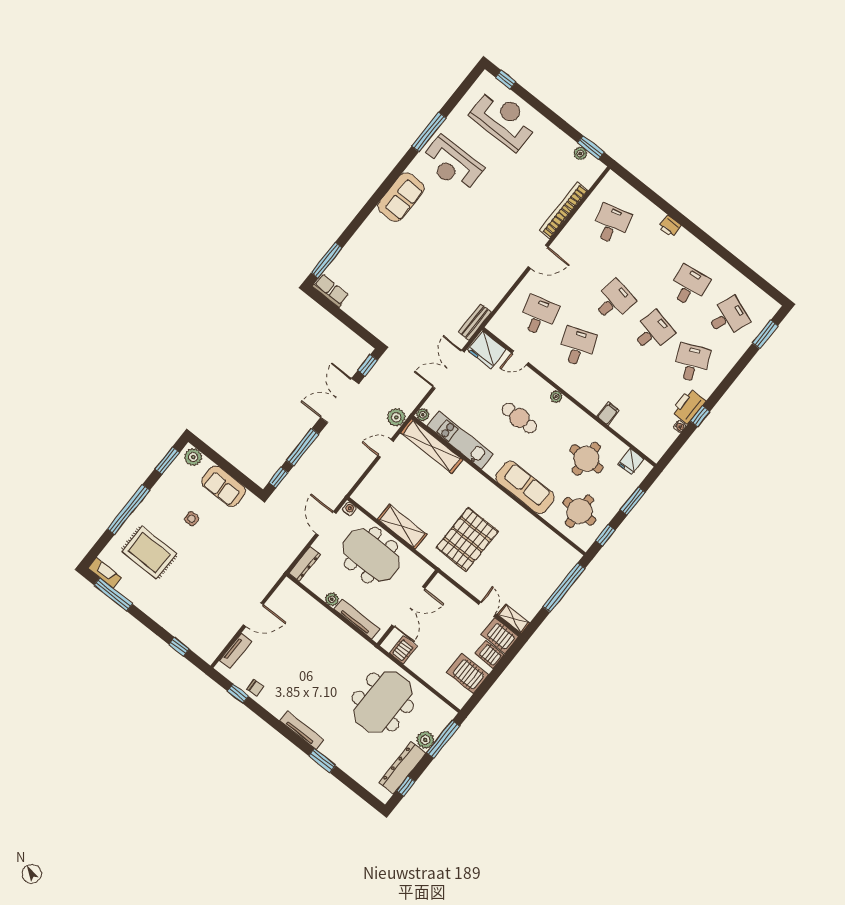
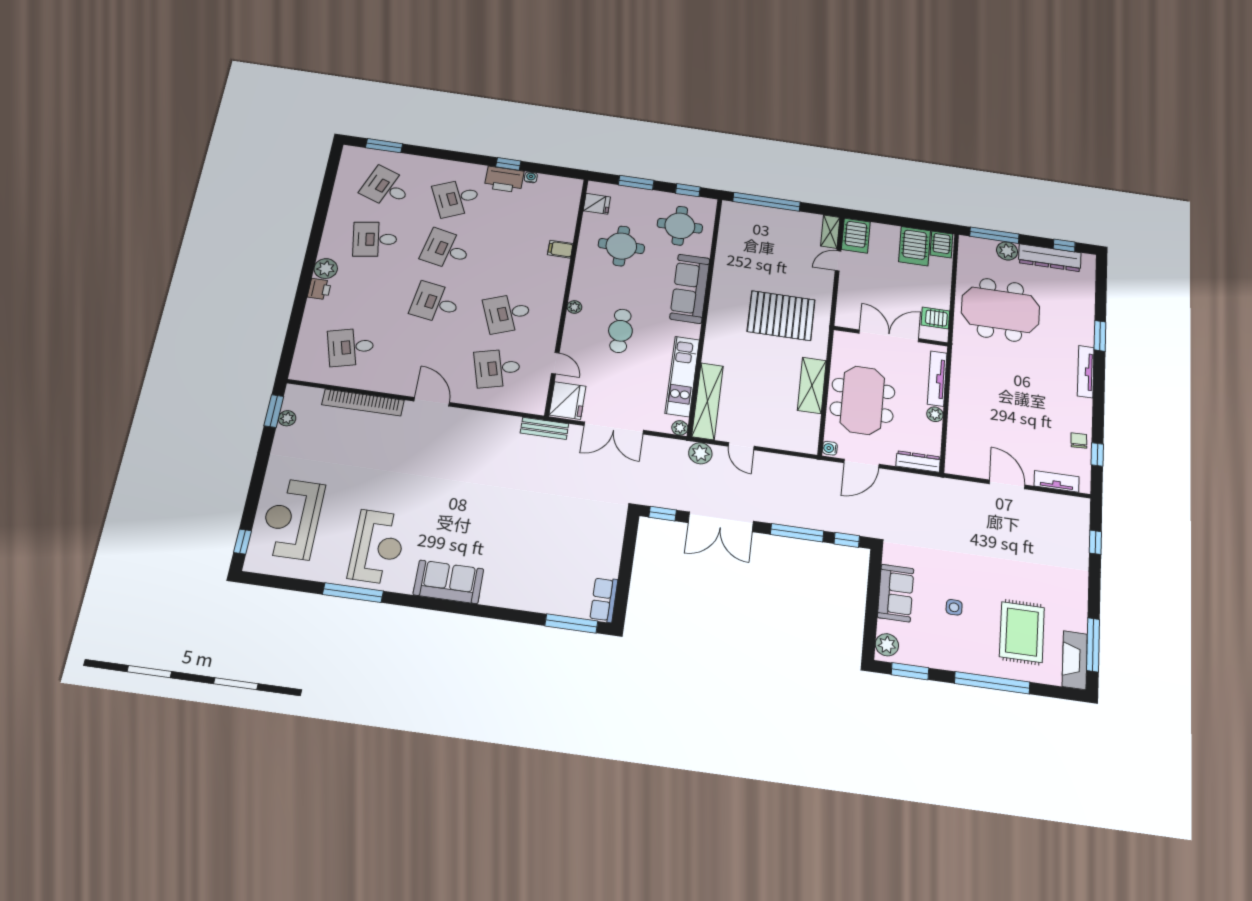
plant: (684, 239) -> (326, 269), added
fireplace: (105, 573) -> (1075, 660), width x1.37, depth x1.32
server rack: (490, 654) -> (941, 244), moved

